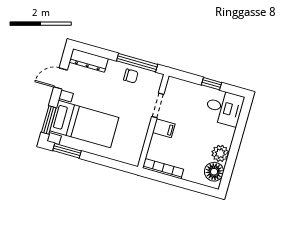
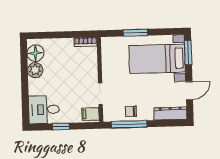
filing cabinet: (164, 128) -> (90, 114), moved
window: (67, 151) -> (136, 33), moved
bookcase: (163, 169) -> (86, 42), width x0.64

